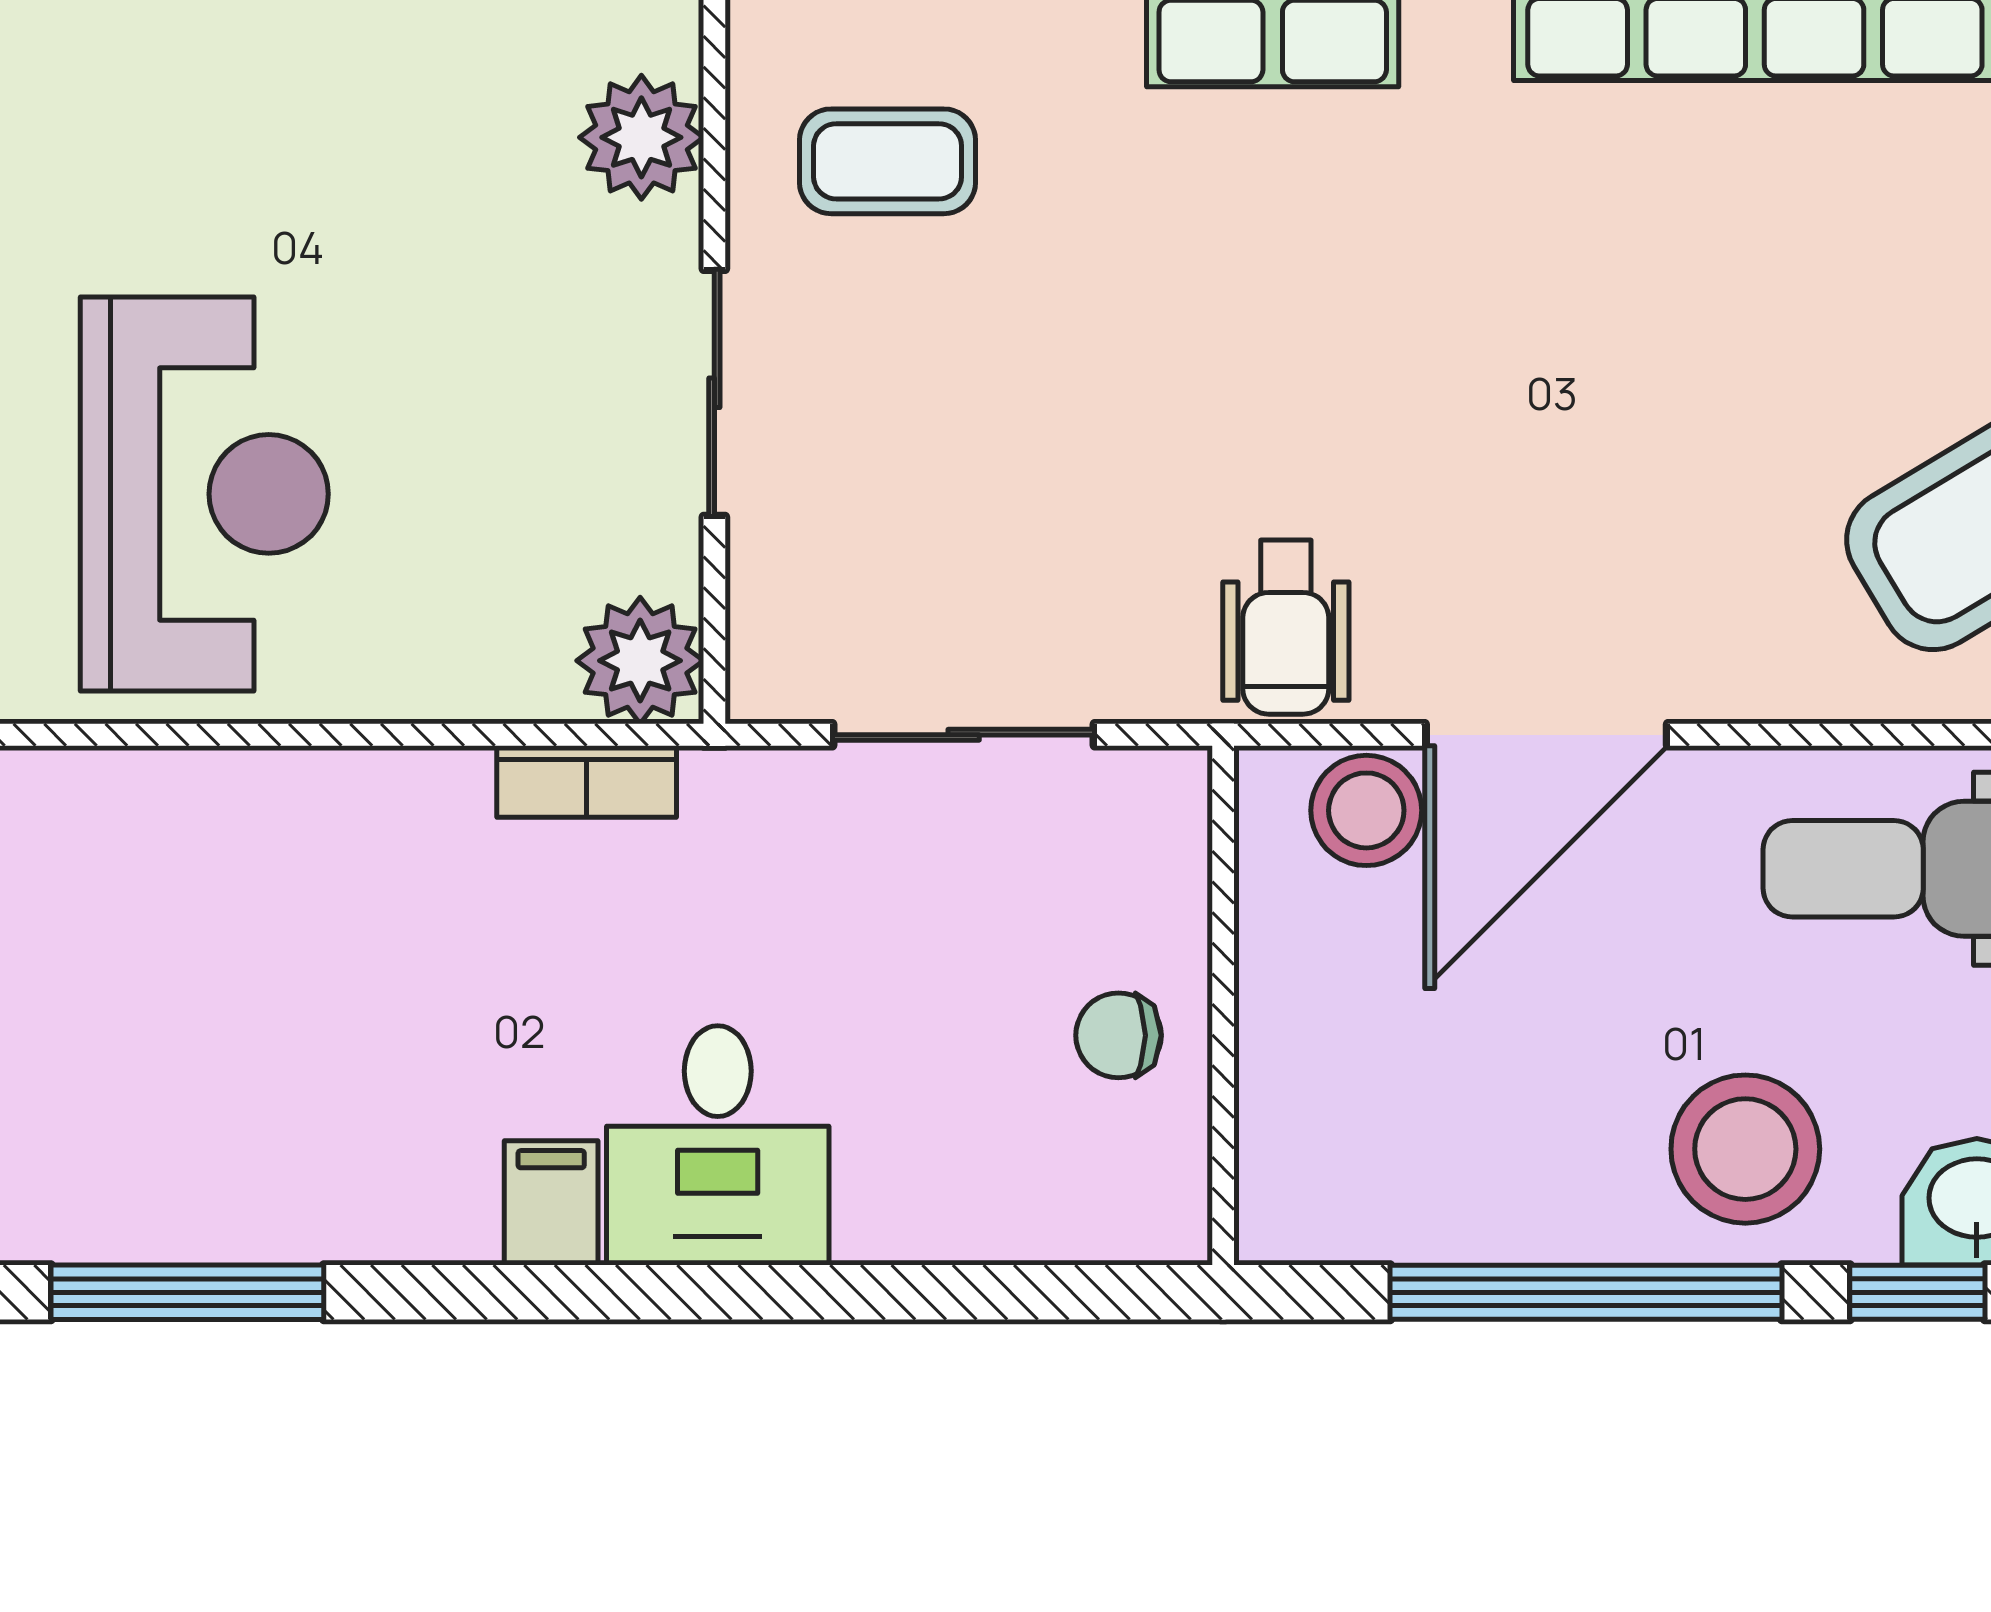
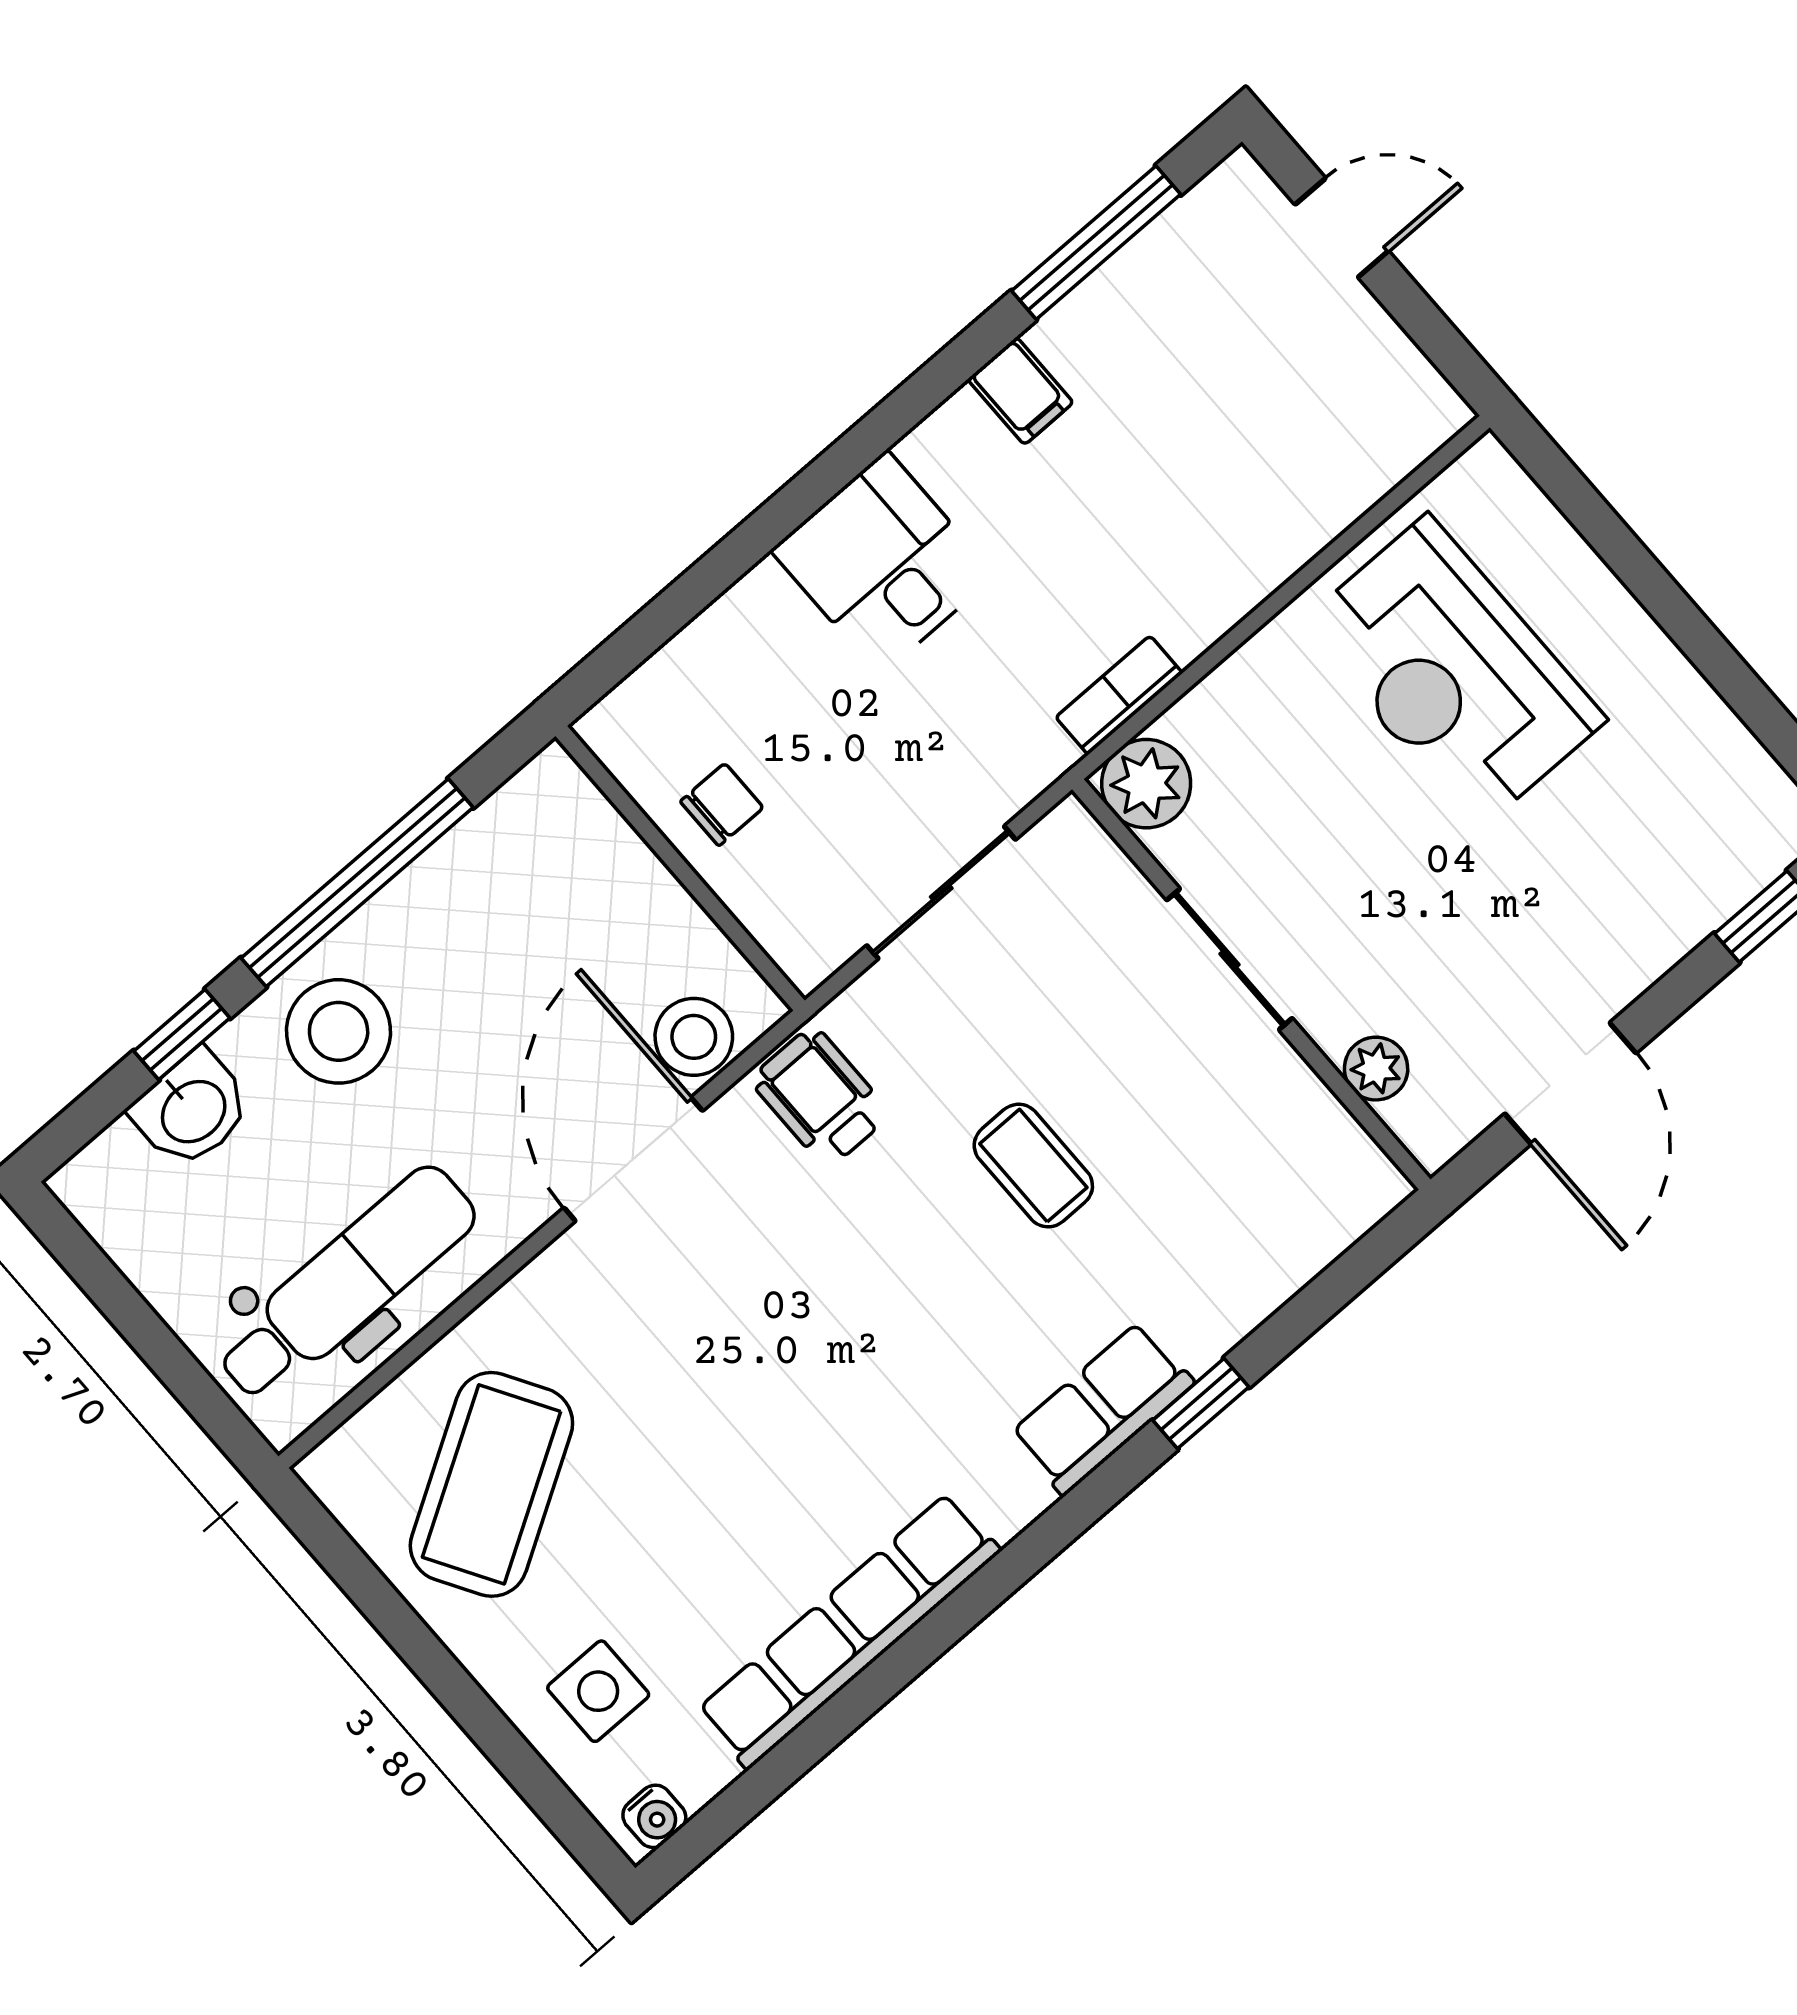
plant: (641, 137) -> (1376, 1069), width x0.73, depth x0.73
coffee table: (888, 161) -> (1033, 1166), moved, turned 90
filing cabinet: (551, 1203) -> (1020, 391), moved

